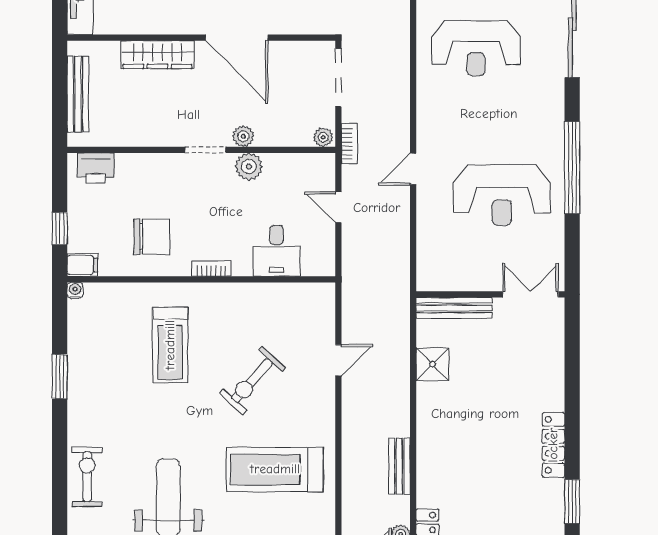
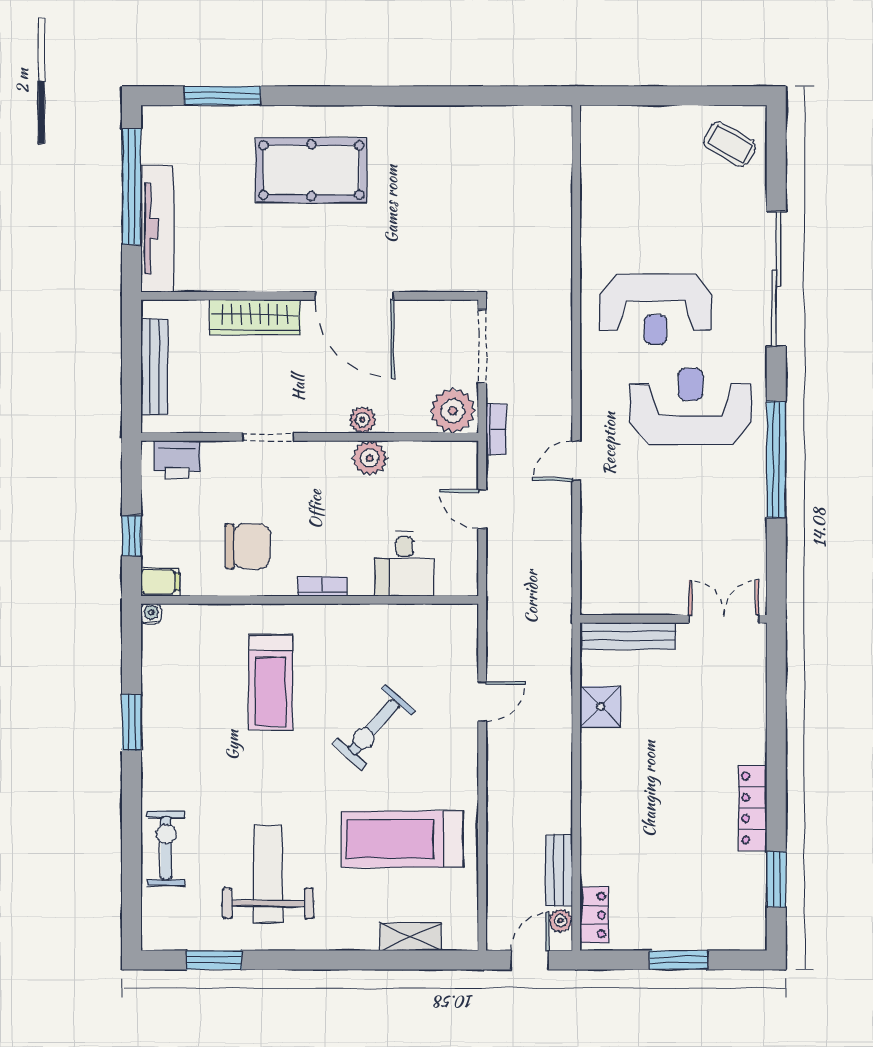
plant: (323, 137) -> (453, 411), width x1.87, depth x1.87
doorway: (205, 150) -> (268, 437), moved
reception desk: (502, 195) -> (691, 407), moved, turned 180
bench: (399, 466) -> (559, 871), moved

